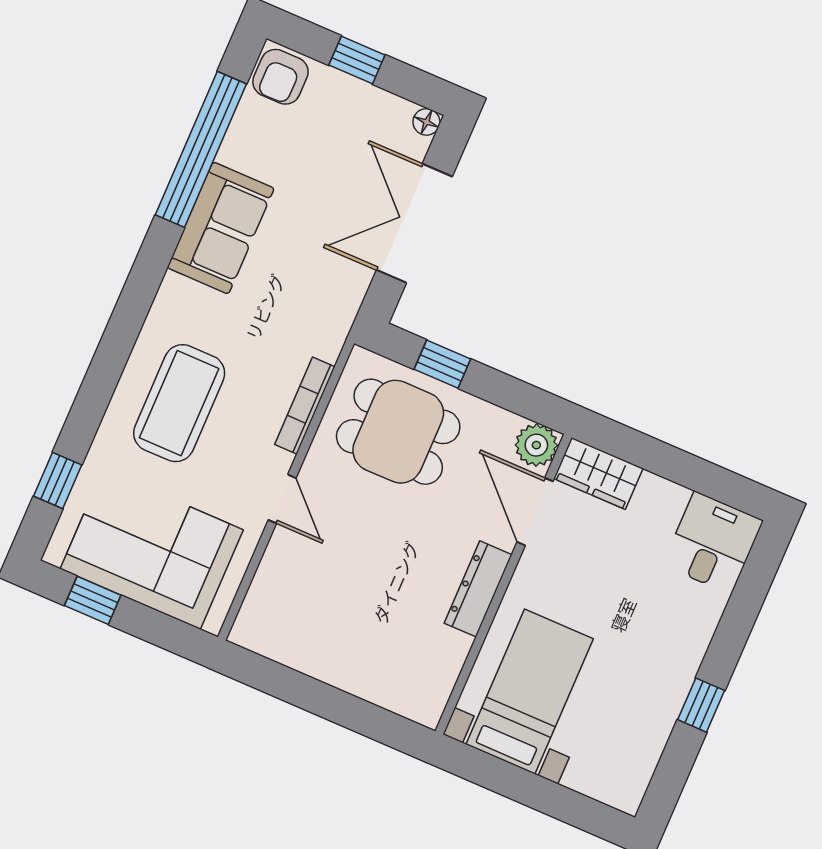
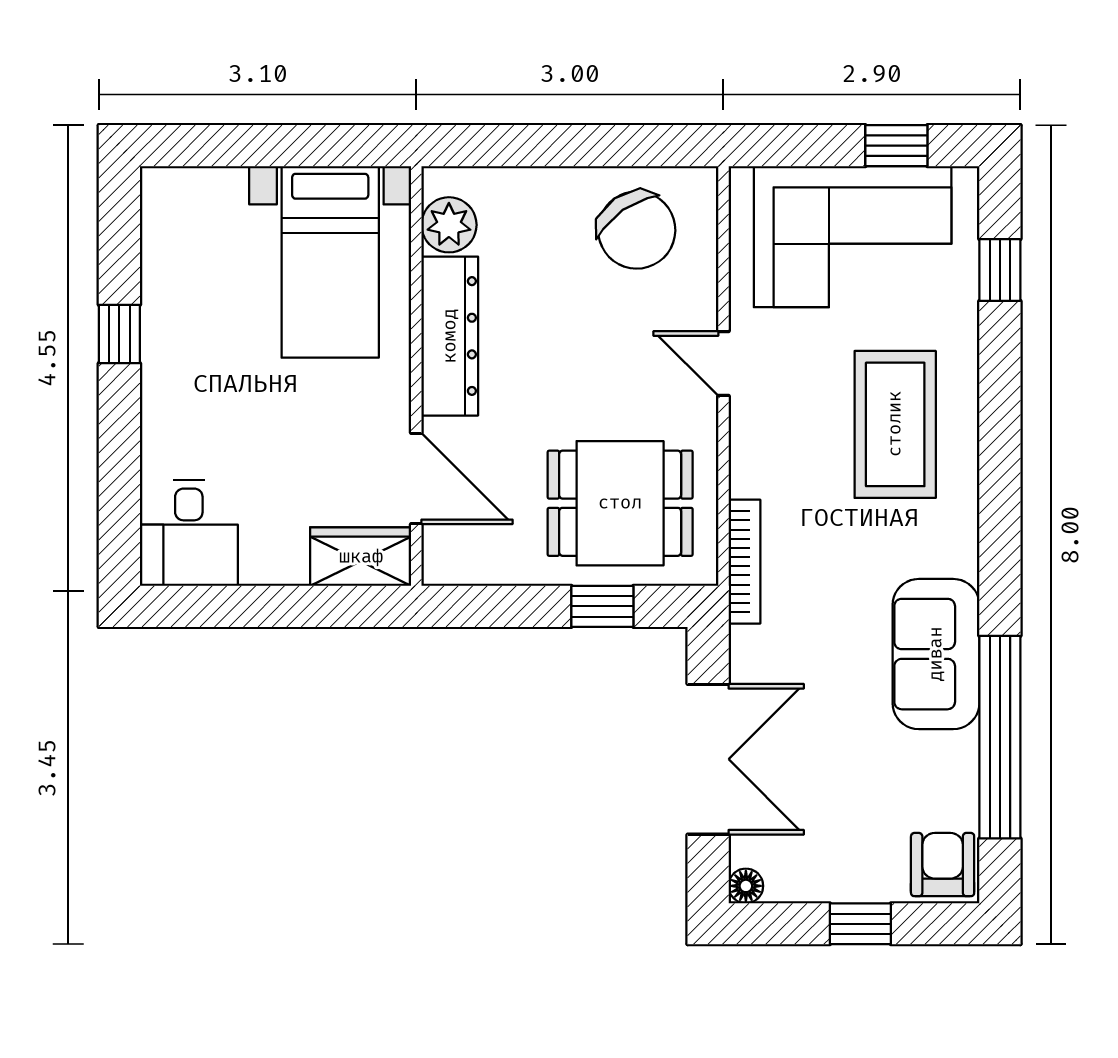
bookcase: (305, 406) -> (744, 562), moved
plant: (536, 445) -> (449, 225), moved
dresser: (478, 589) -> (450, 336), width x1.37, depth x1.24
chair: (303, 620) -> (637, 230), added

